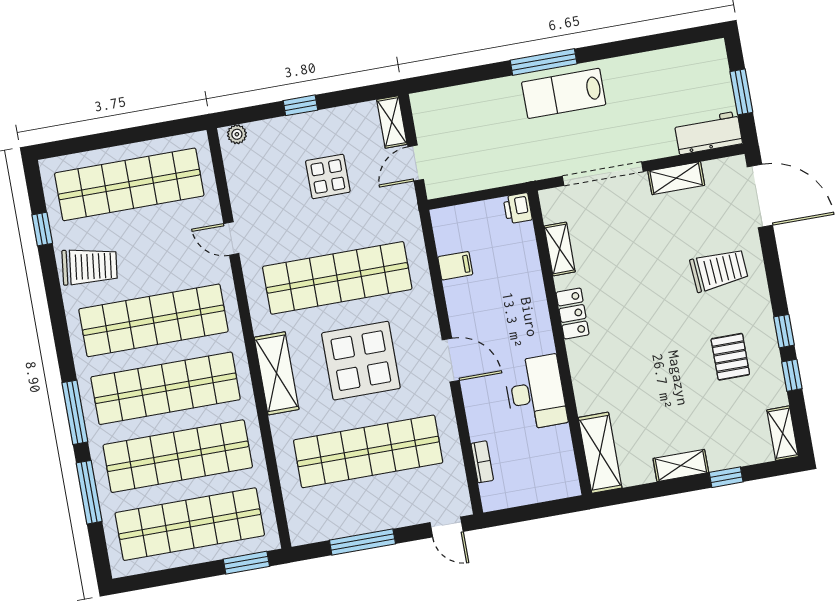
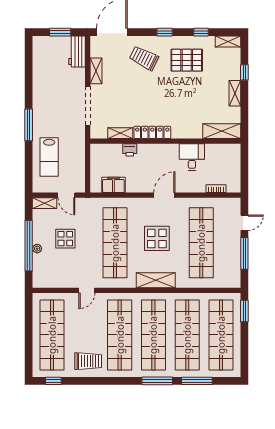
lab bench: (564, 93) -> (49, 157), moved
window: (300, 105) -> (29, 246), width x3.17
plant: (237, 134) -> (37, 249), moved
printer: (518, 208) -> (130, 150), moved
window: (42, 229) -> (53, 381), moved
trolley: (90, 266) -> (88, 361), turned 83
filing cabinet: (455, 266) -> (113, 185), width x2.00
trolley: (719, 270) -> (144, 58), turned -59
locker: (573, 313) -> (152, 132), width x1.53
window: (784, 331) -> (165, 32), moved
pallet: (730, 357) -> (187, 60), width x1.50, depth x1.42
display table: (361, 361) -> (157, 238), width x0.73, depth x0.73
desk: (535, 393) -> (192, 157), width x0.73
door: (447, 527) -> (244, 223), moved

